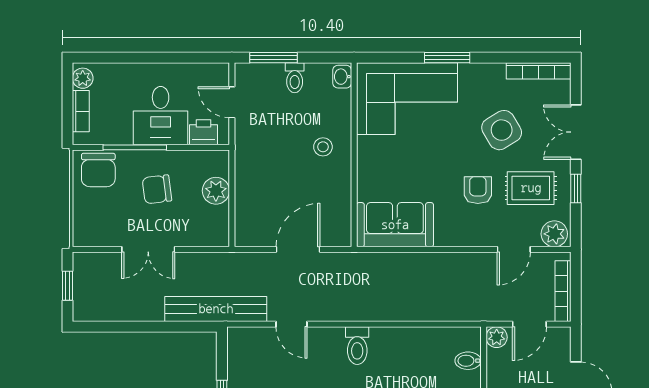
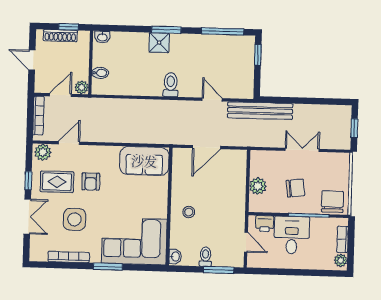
bookcase: (539, 71) -> (69, 257), moved
side table: (502, 130) -> (74, 219), turned 31

